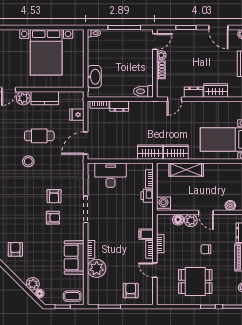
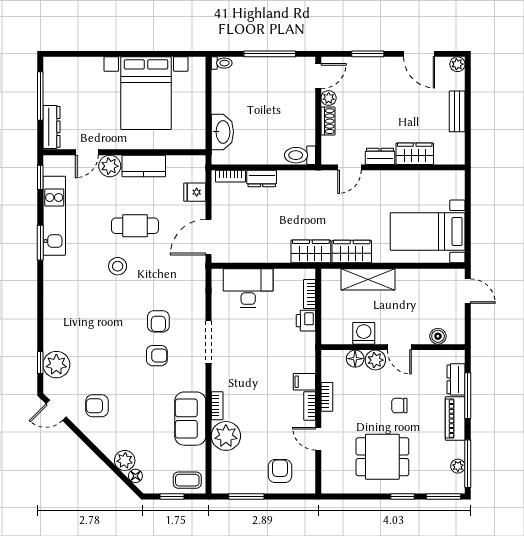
washing machine: (164, 204) -> (364, 333), moved
armchair: (15, 249) -> (97, 406), turned -90

